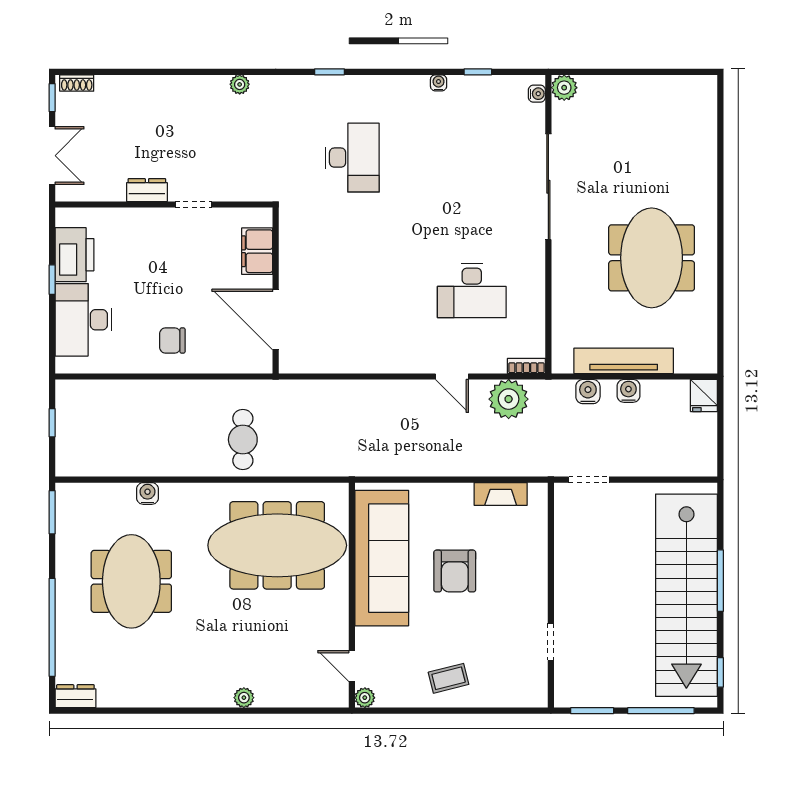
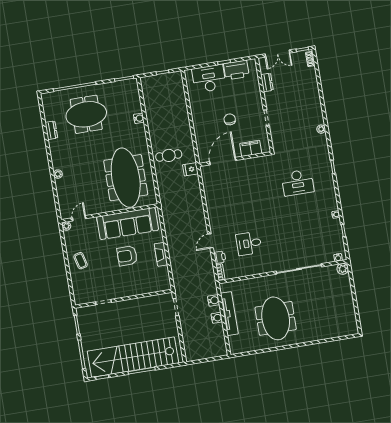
dresser: (147, 190) -> (267, 82), moved
meeting table: (652, 258) -> (276, 318), turned 90
desk: (472, 291) -> (249, 243), width x0.73
chair: (172, 341) -> (230, 119), moved
printer: (492, 361) -> (220, 257), added
fridge: (704, 395) -> (190, 169), moved
plant: (509, 399) -> (205, 267), removed
fireplace: (501, 494) -> (161, 254), moved
meeting table: (131, 581) -> (86, 114), moved
dresser: (75, 696) -> (51, 130), moved

